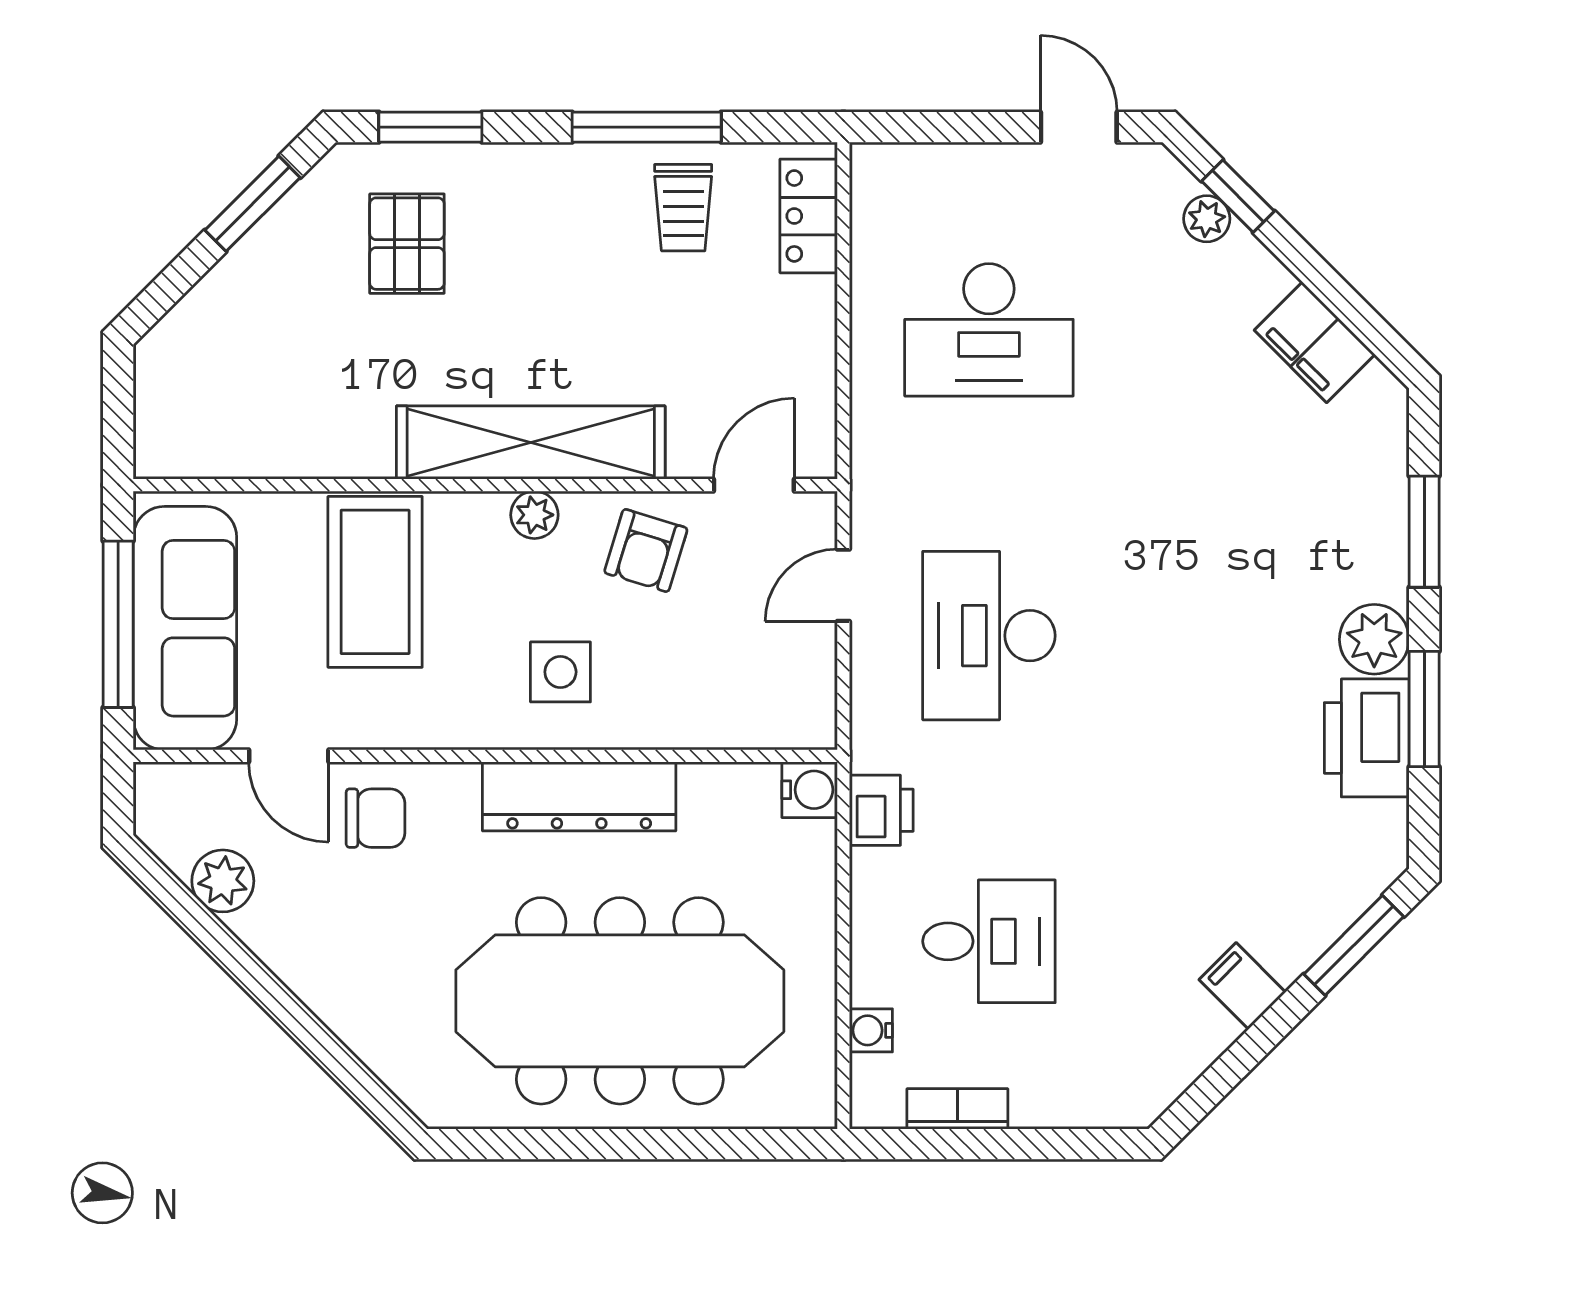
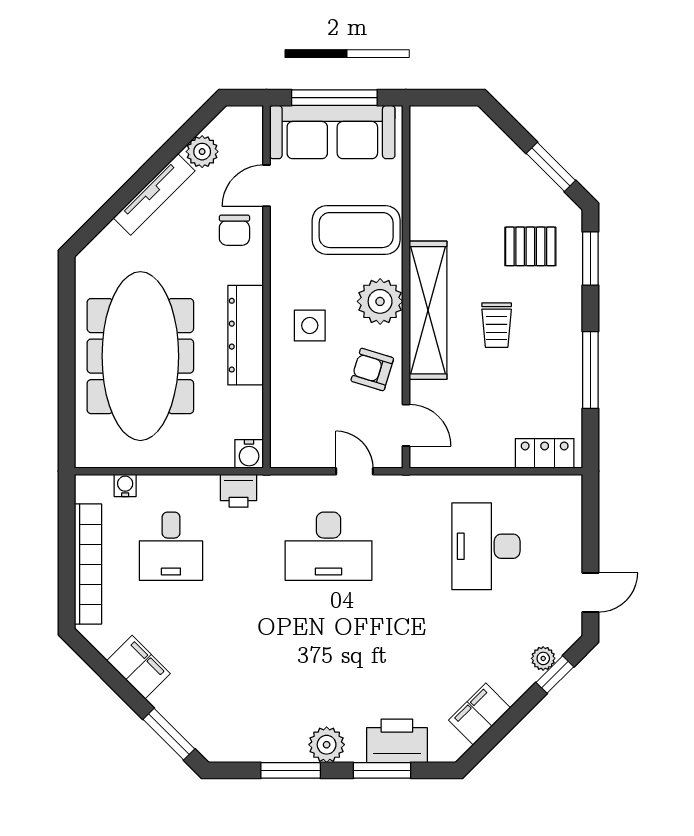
trolley: (683, 208) -> (497, 325), moved, turned -90
plant: (534, 515) -> (380, 301), width x1.88, depth x1.88
desk: (989, 636) -> (328, 546), turned 180
printer: (1367, 738) -> (397, 741), moved
tv unit: (306, 974) -> (154, 194), added
filing cabinet: (1242, 986) -> (138, 667), width x2.00
bookcase: (957, 1109) -> (88, 564), width x2.31, depth x1.31

